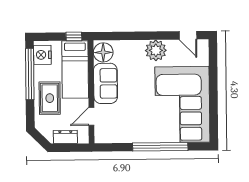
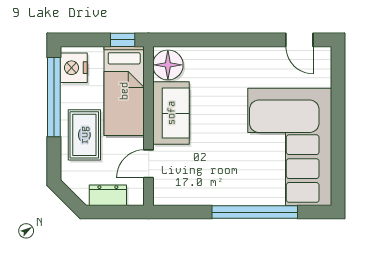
plant: (156, 50) -> (249, 63), removed

